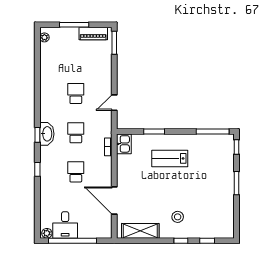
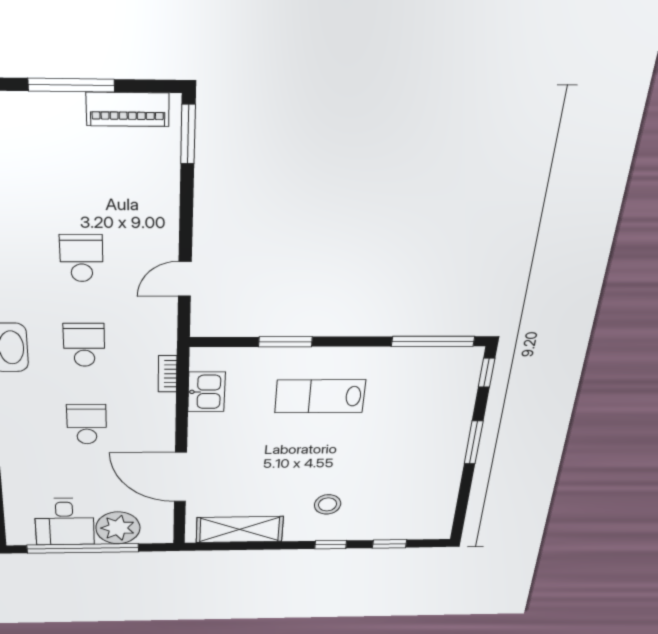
kitchen sink: (124, 144) -> (206, 392), moved
plant: (47, 233) -> (118, 528), moved, width x1.88, depth x1.88

